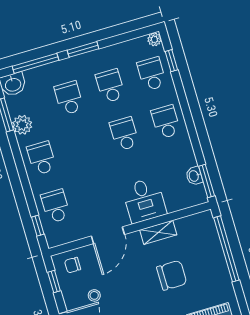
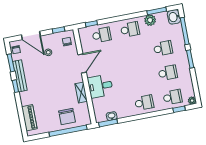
school desk: (124, 134) -> (139, 78), removed
door: (108, 235) -> (82, 63), swing flipped
chair: (172, 275) -> (67, 116), moved

